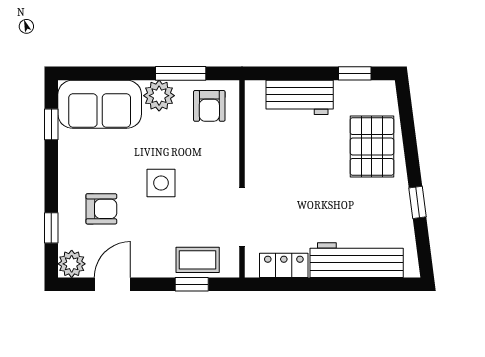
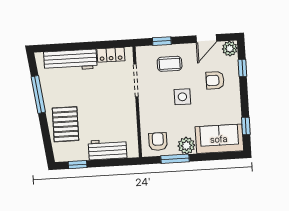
window: (417, 202) -> (38, 94), width x2.17
coffee table: (198, 260) -> (170, 64), moved

